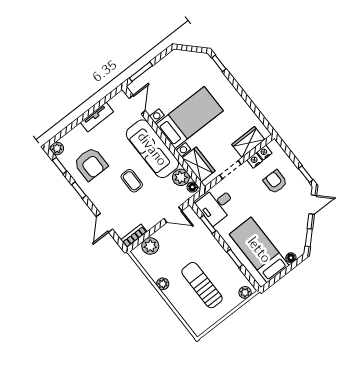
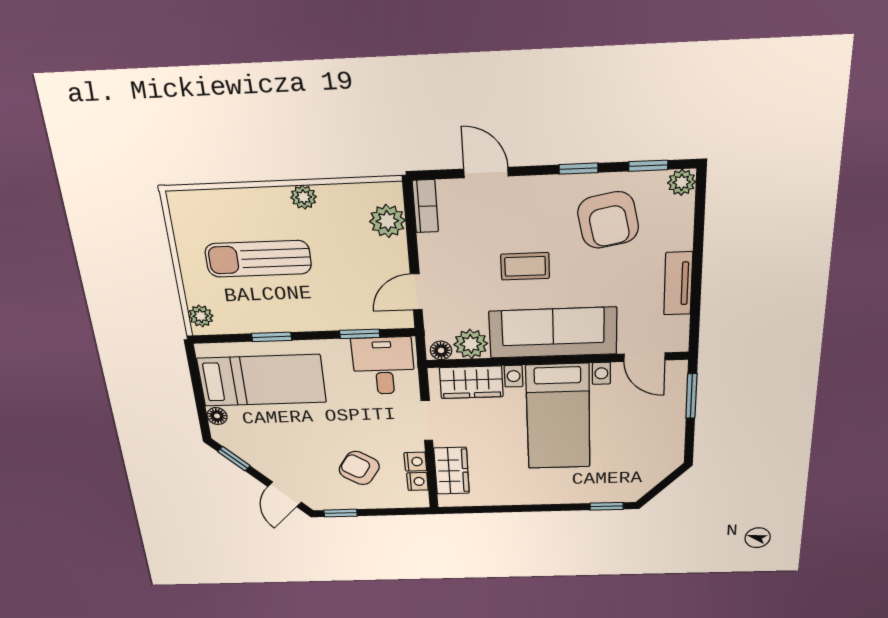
armchair: (91, 164) -> (608, 220), turned -101
armchair: (275, 182) -> (359, 468), turned -147
sun lounger: (202, 285) -> (258, 259), turned 180

